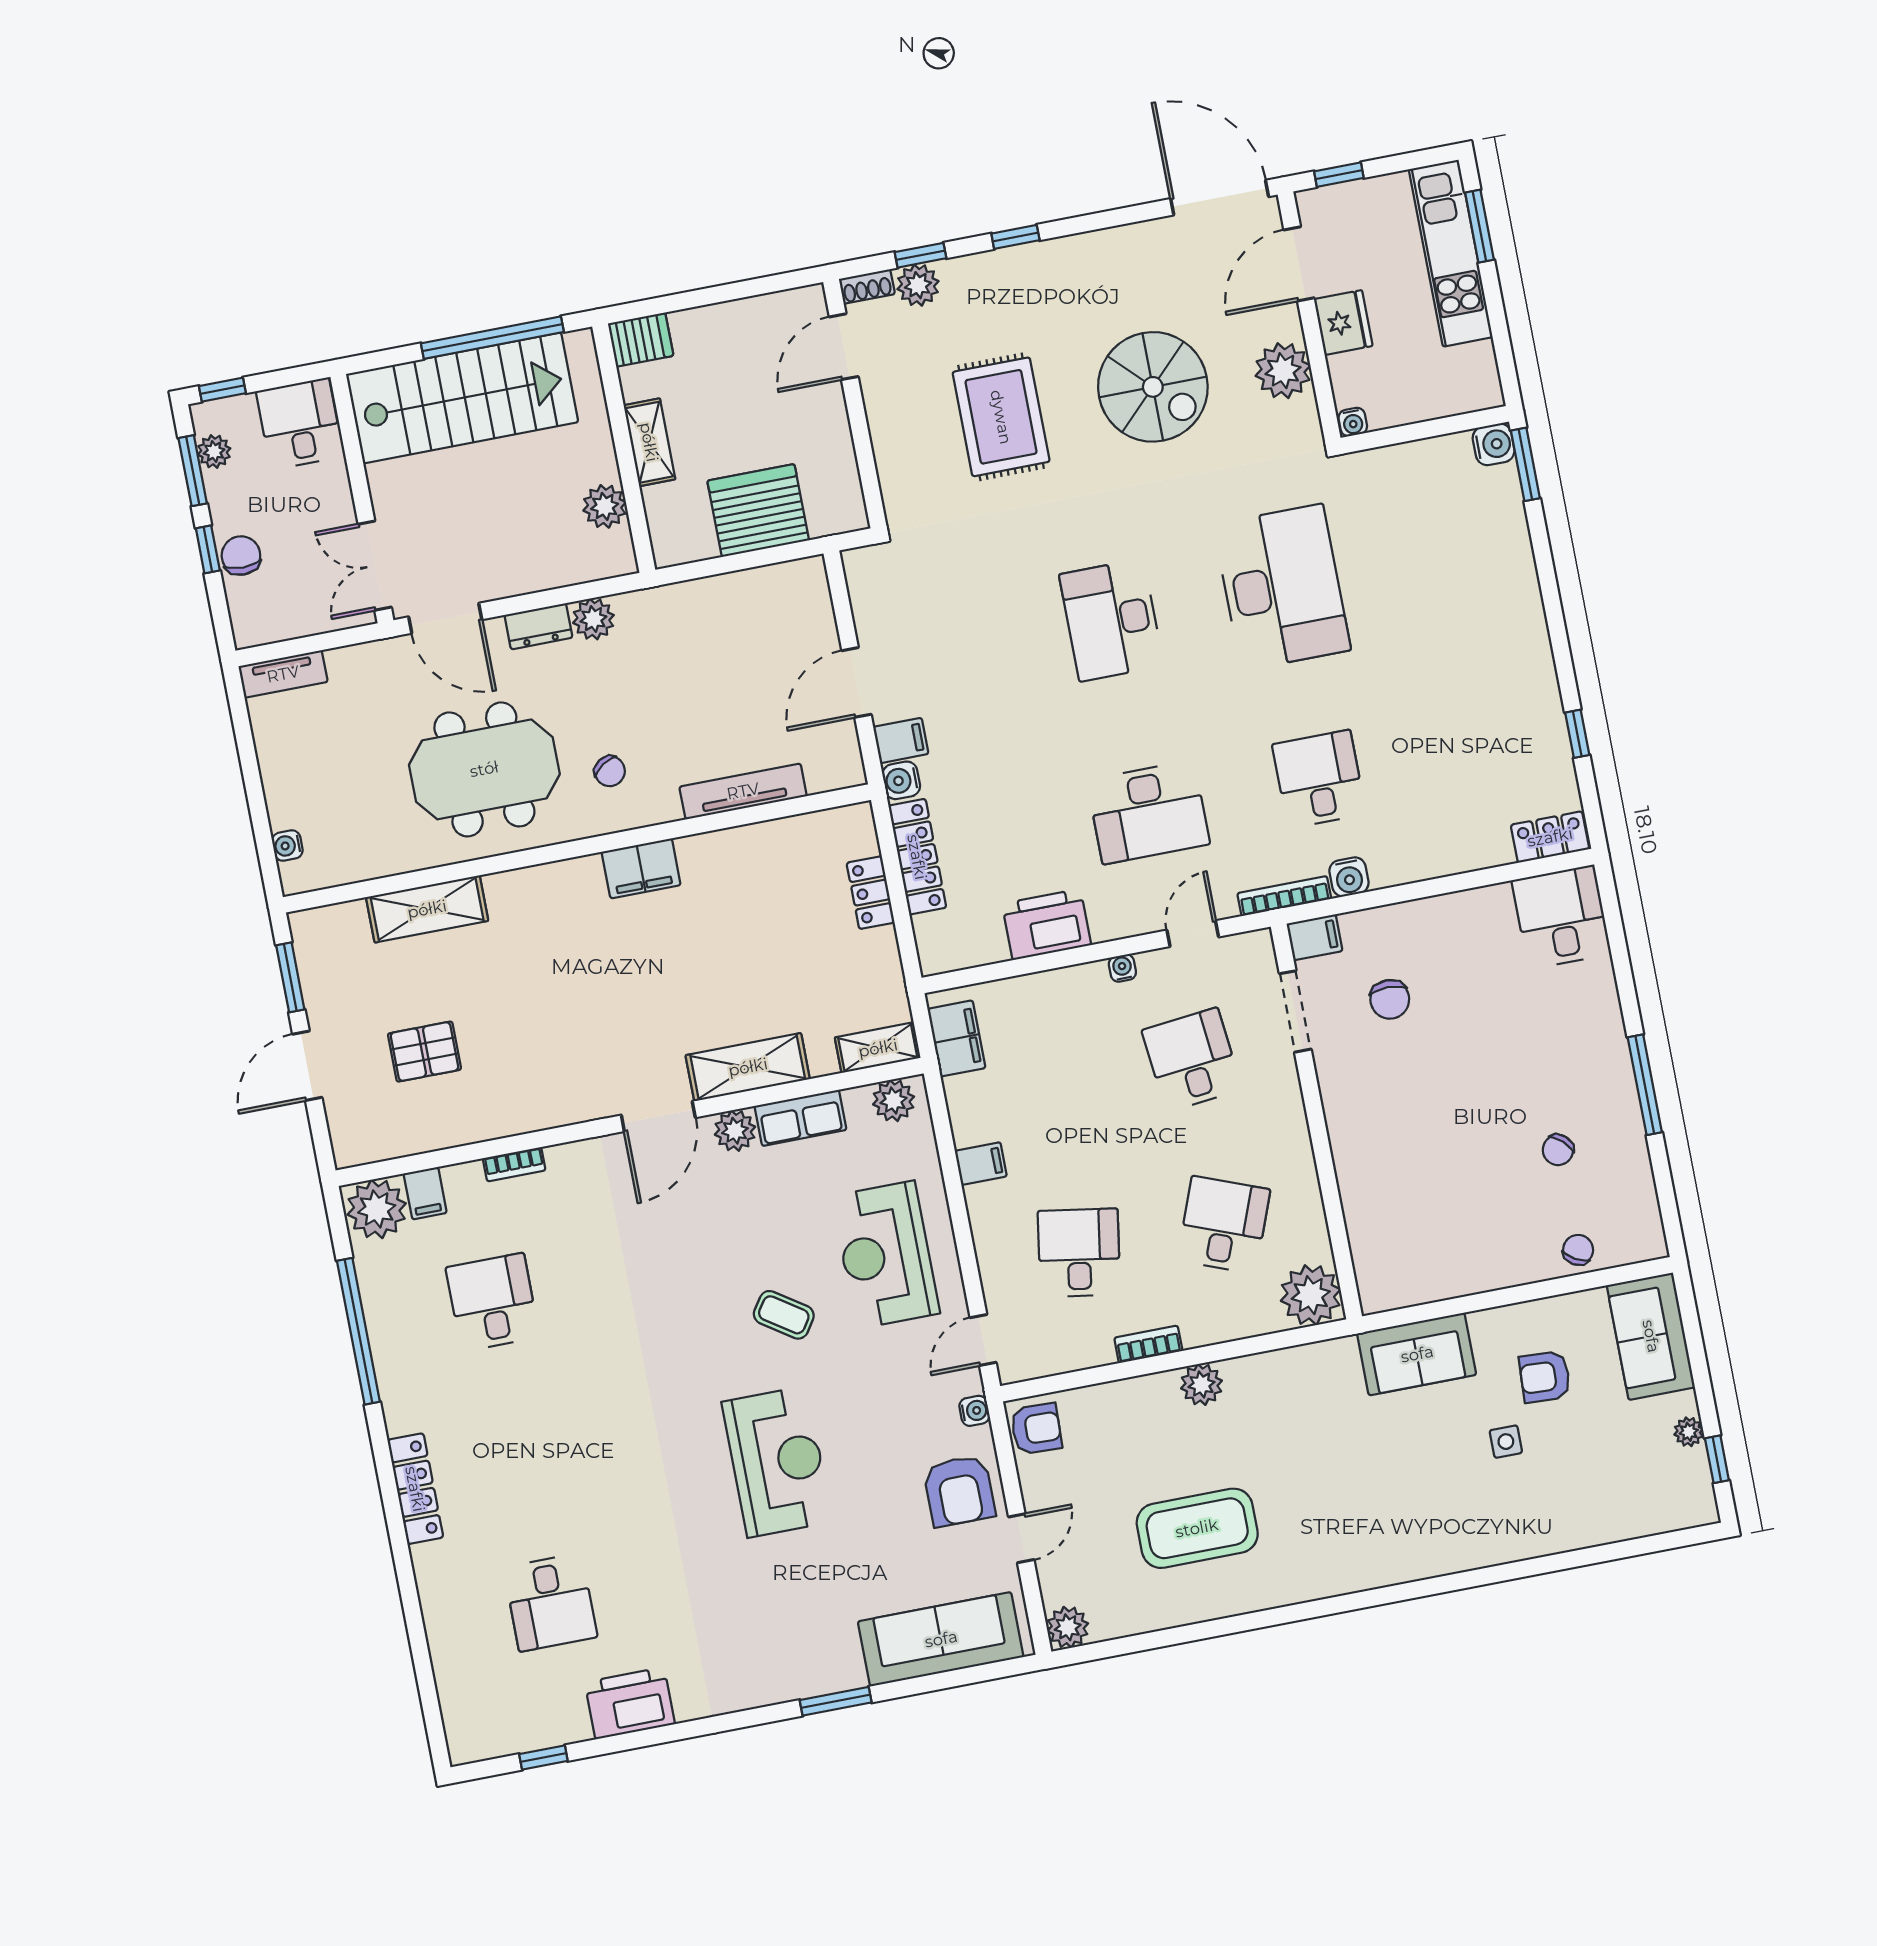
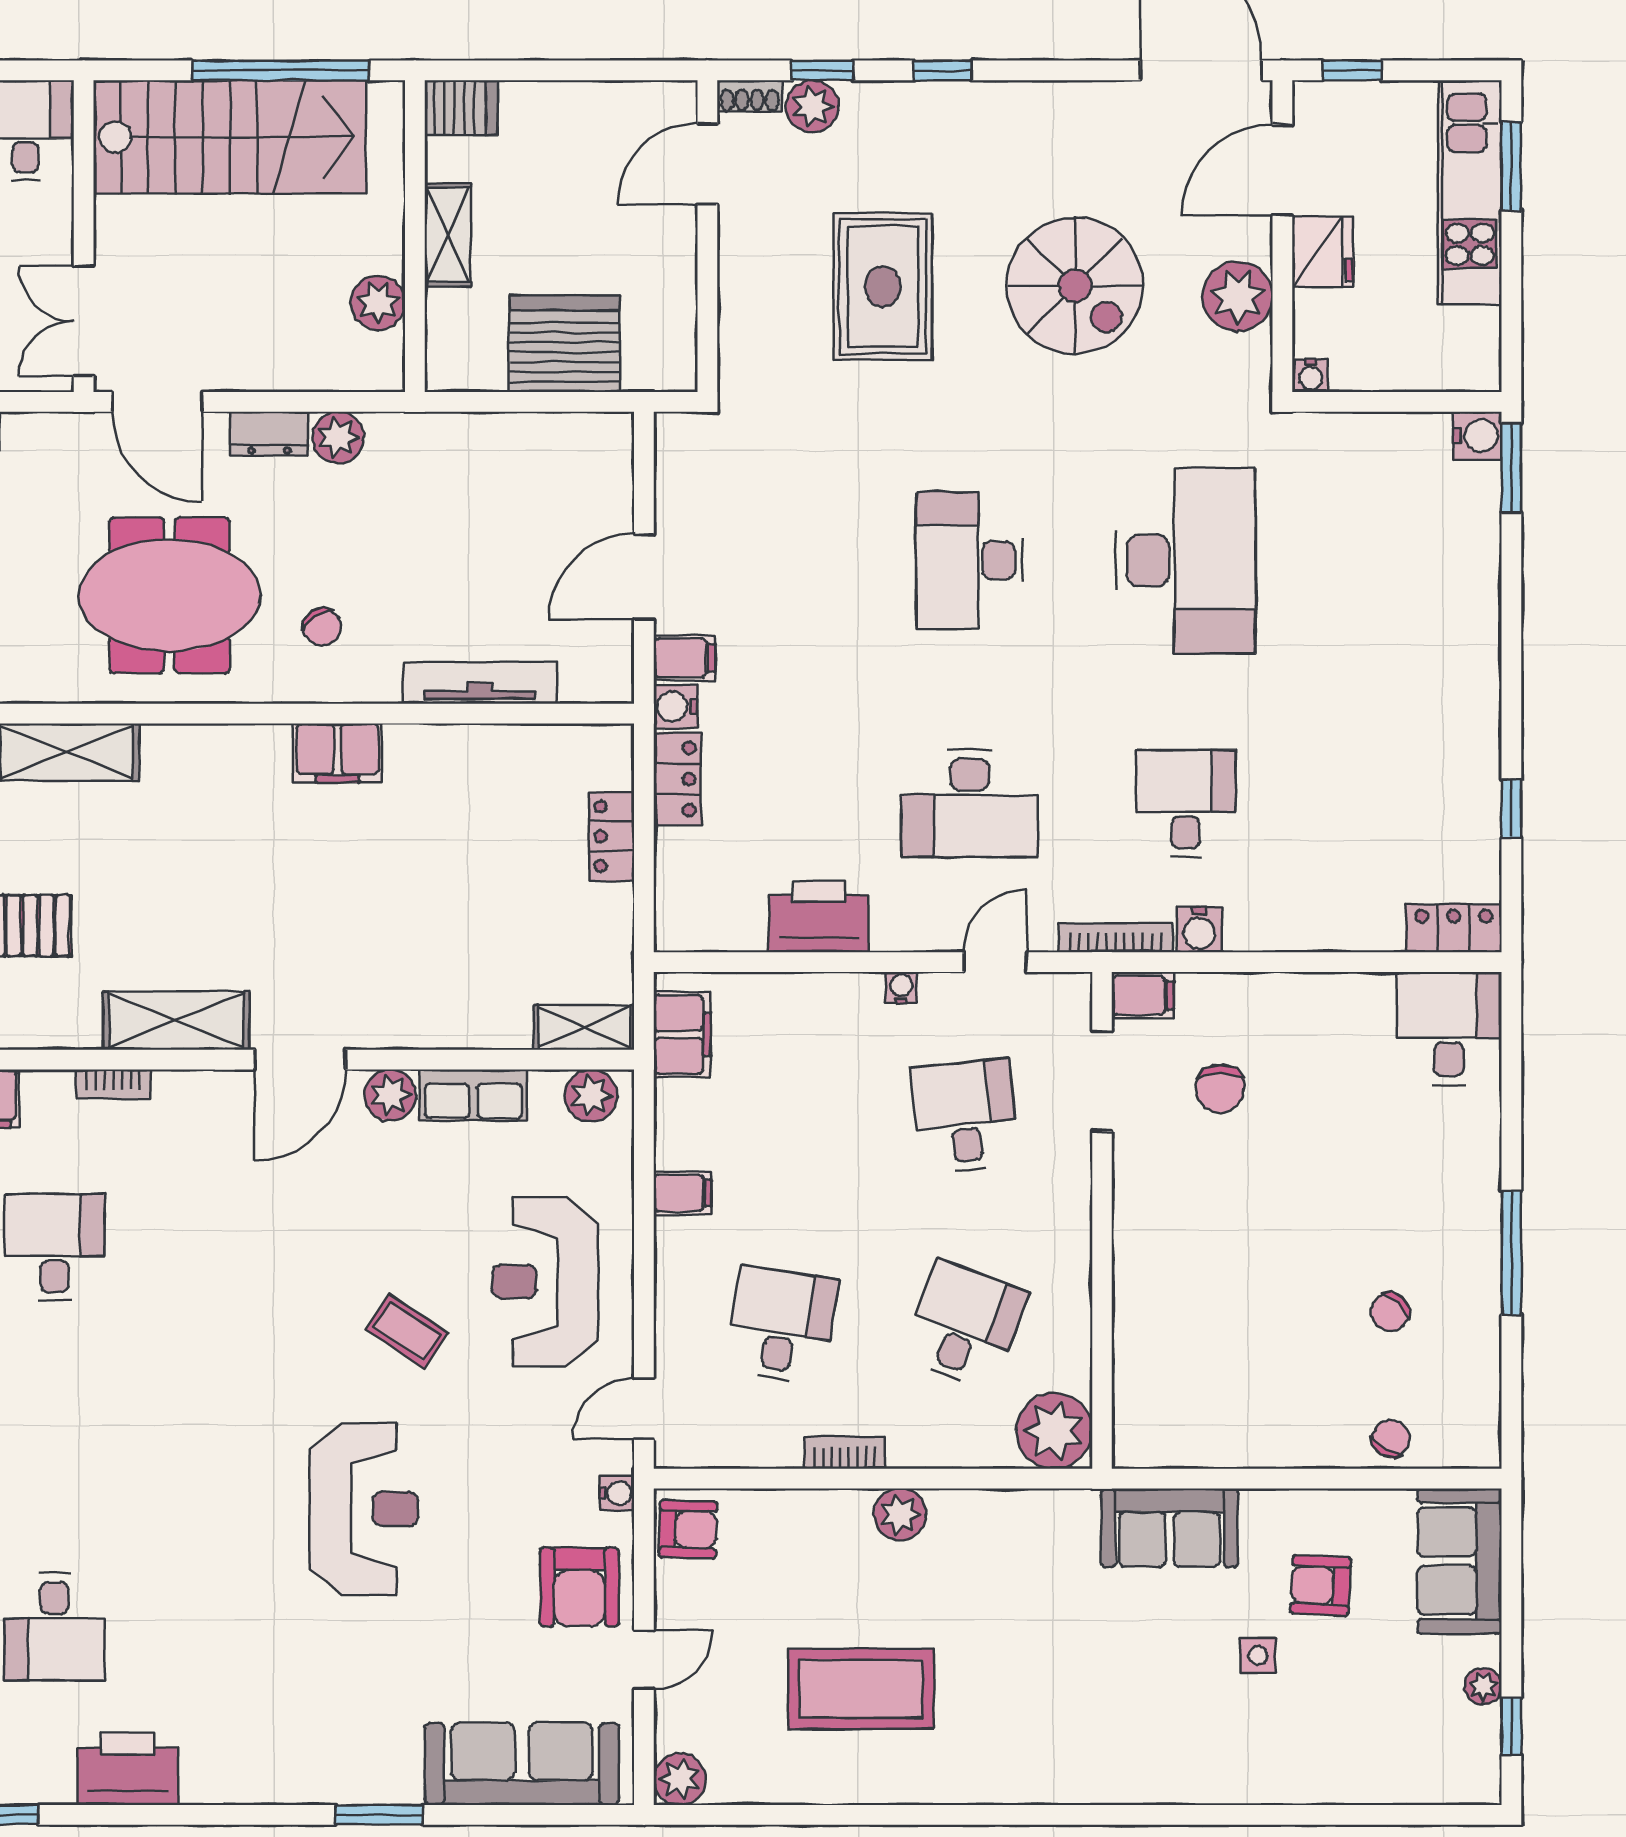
locker: (917, 857) -> (677, 779), width x0.66
shelving: (748, 1067) -> (176, 1021), moved

